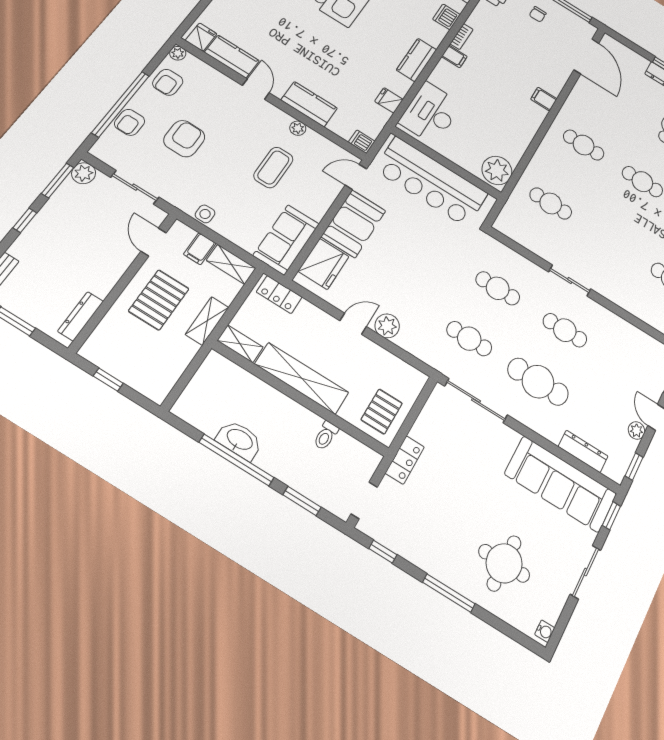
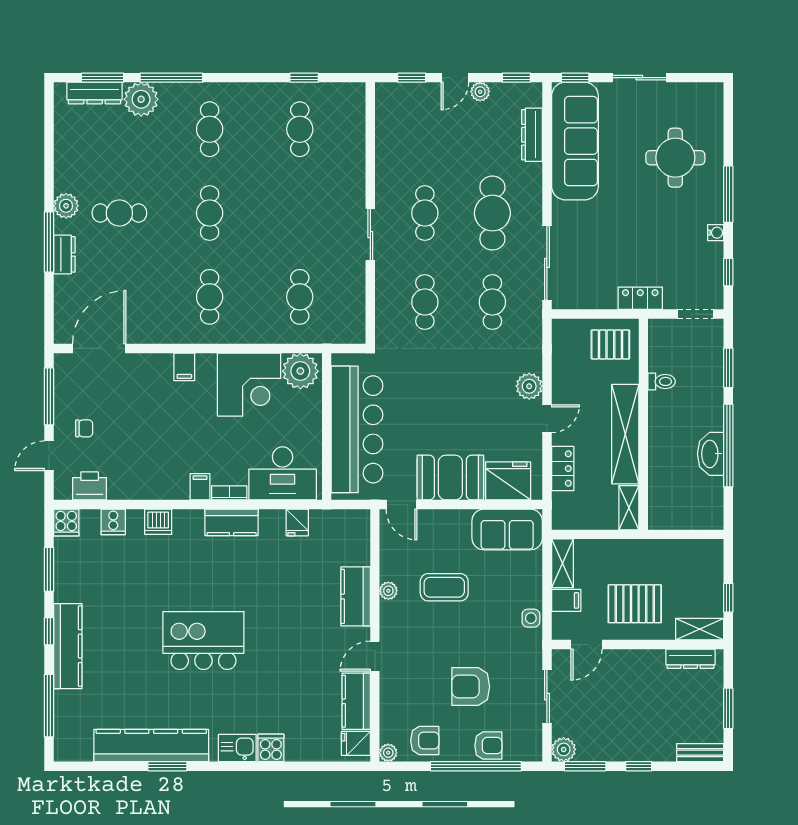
bookcase: (462, 37) -> (229, 493), moved
corner desk: (507, 131) -> (249, 385), added
dishwasher: (362, 142) -> (361, 522), removed
locker: (279, 295) -> (563, 469), moved
shelving: (207, 321) -> (700, 629), moved
door: (353, 324) -> (547, 419), swing flipped
water cooler: (545, 631) -> (716, 233), moved, turned 90

